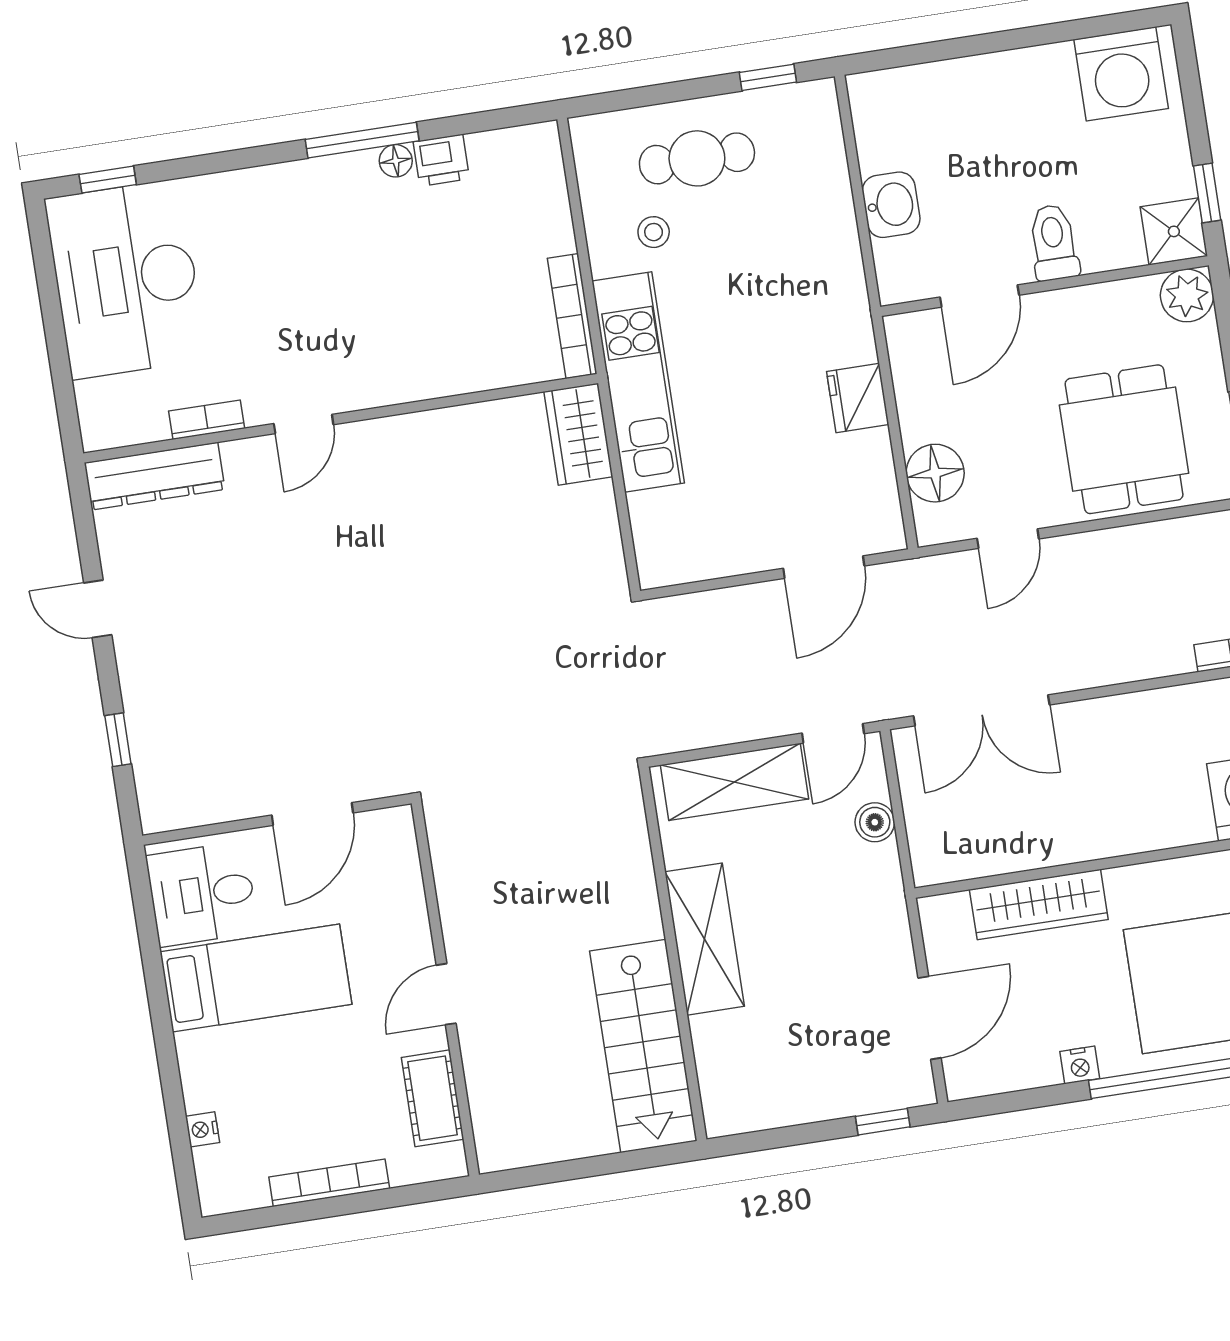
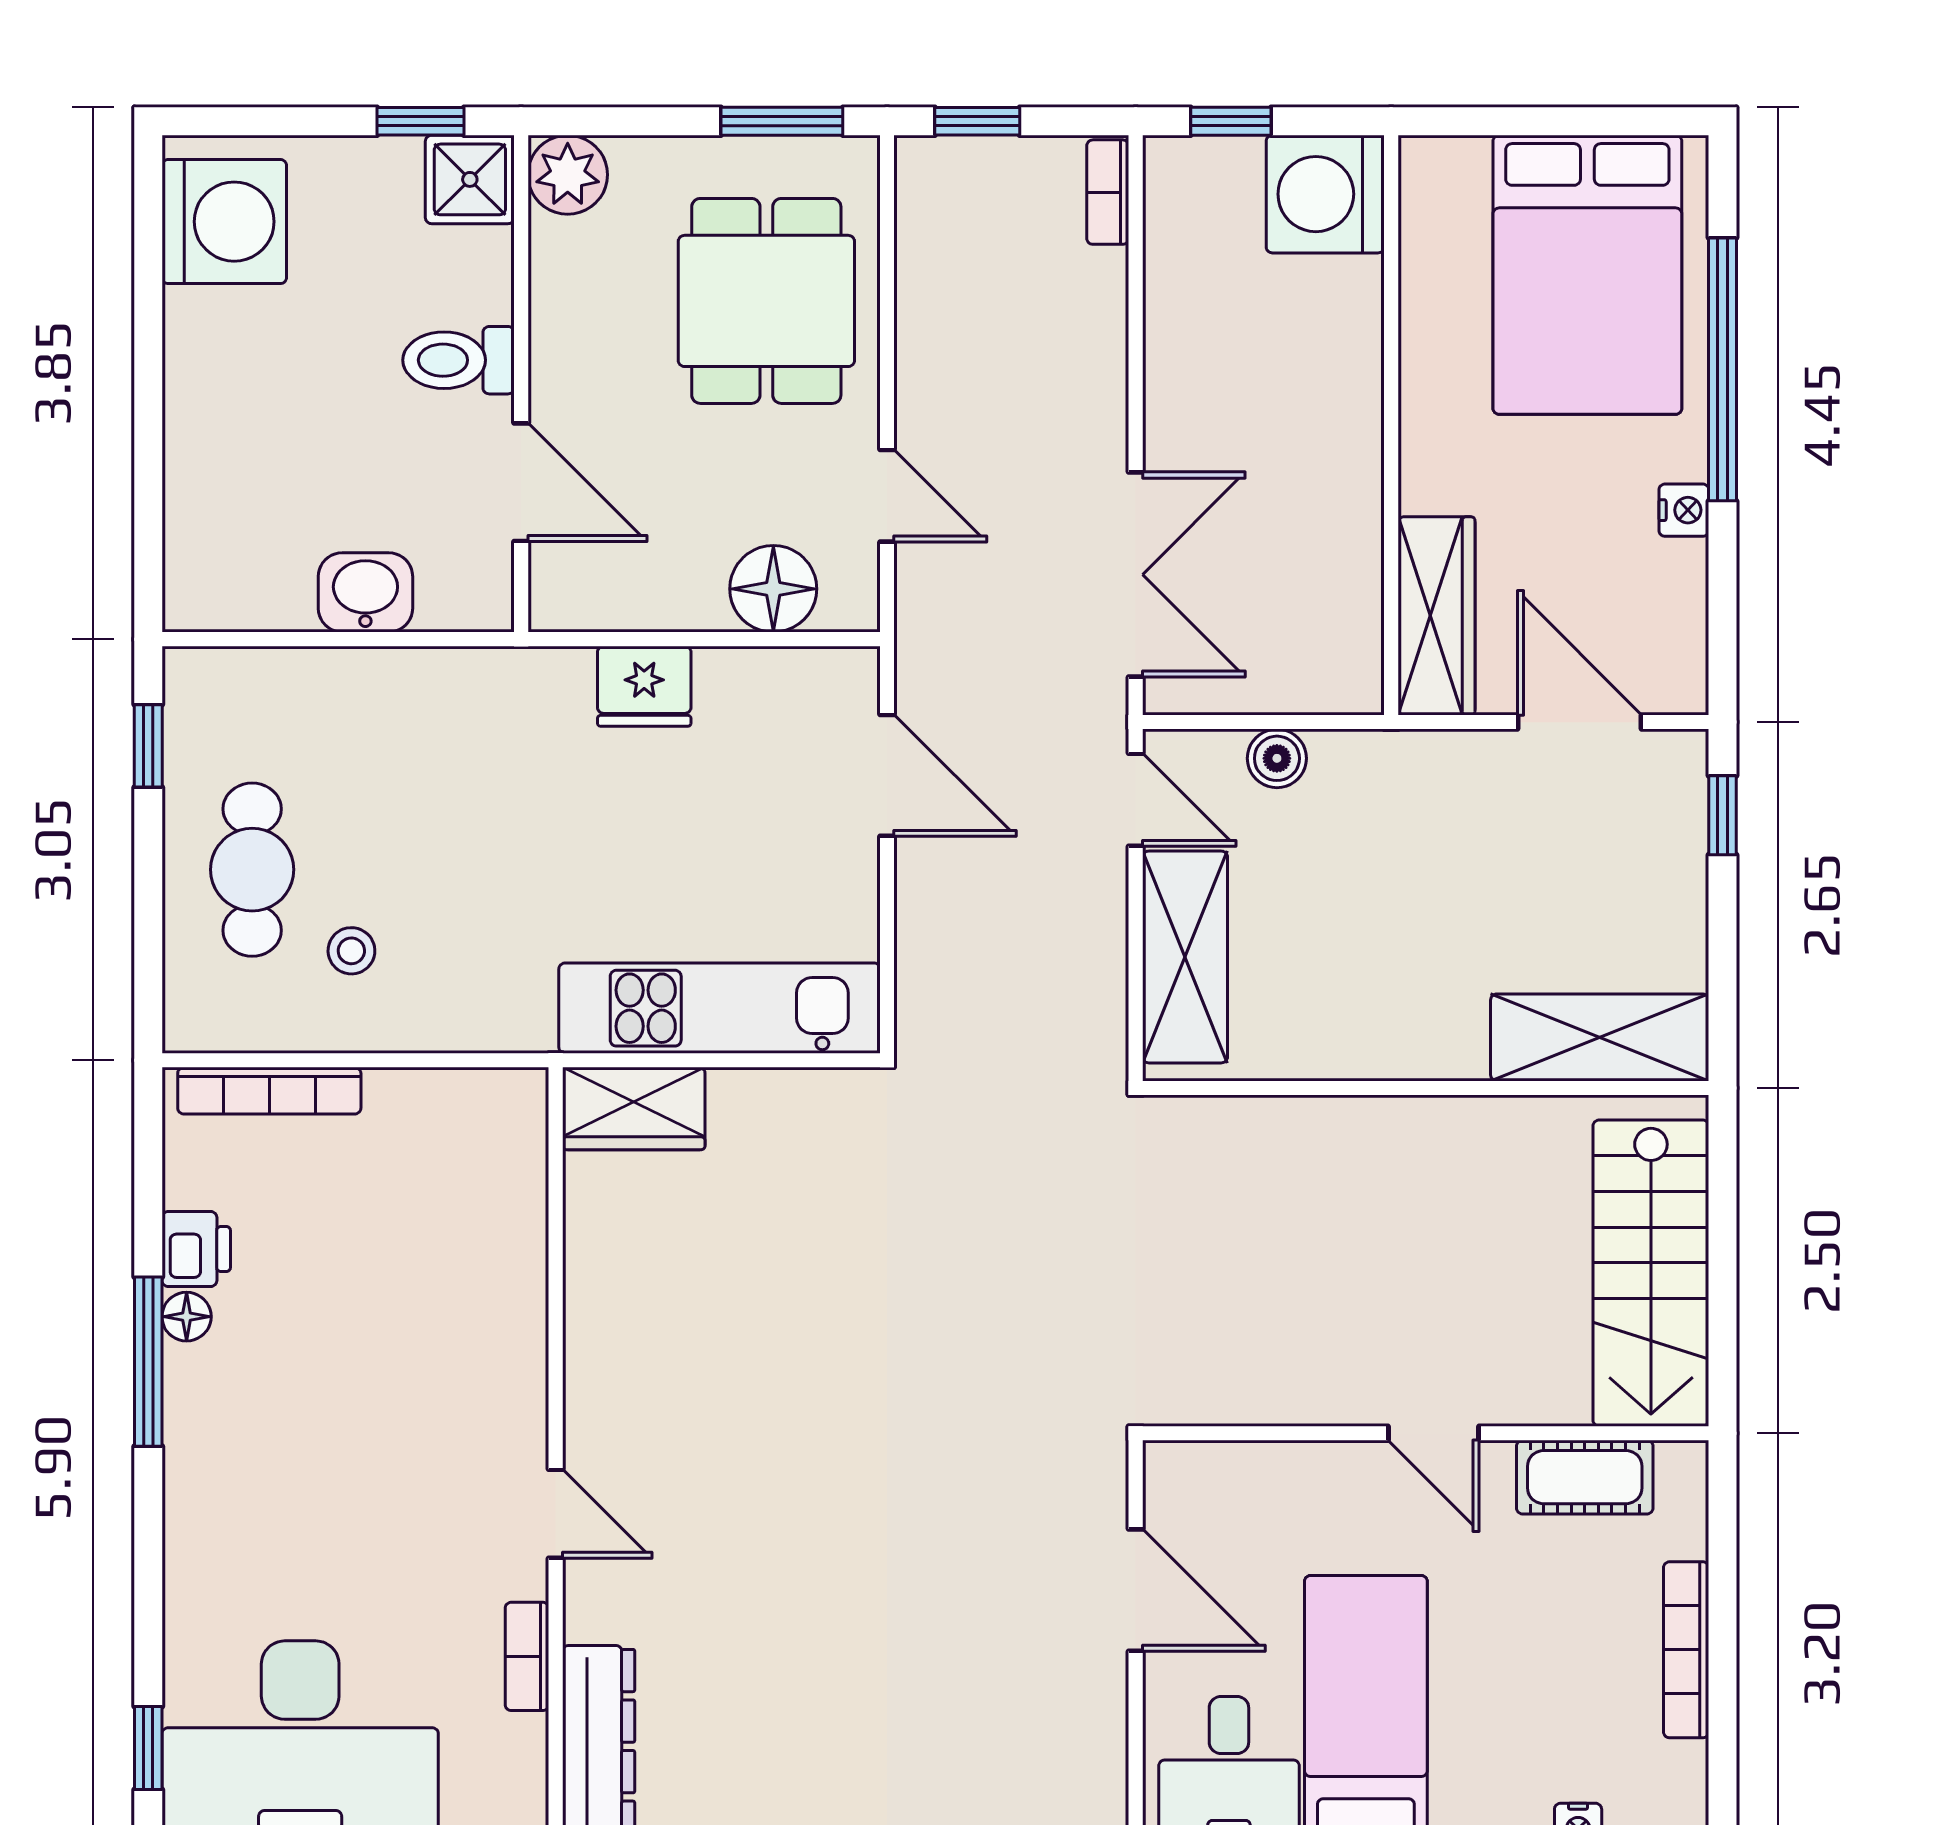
bookcase: (572, 316) -> (269, 1091), moved
kitchen unit: (638, 382) -> (720, 1008), moved
dining table: (1124, 439) -> (766, 301), turned 90
wardrobe: (1039, 904) -> (1436, 616), moved
shelving: (705, 939) -> (1600, 1037), moved
stairs: (643, 1046) -> (1651, 1273), moved, turned 90

